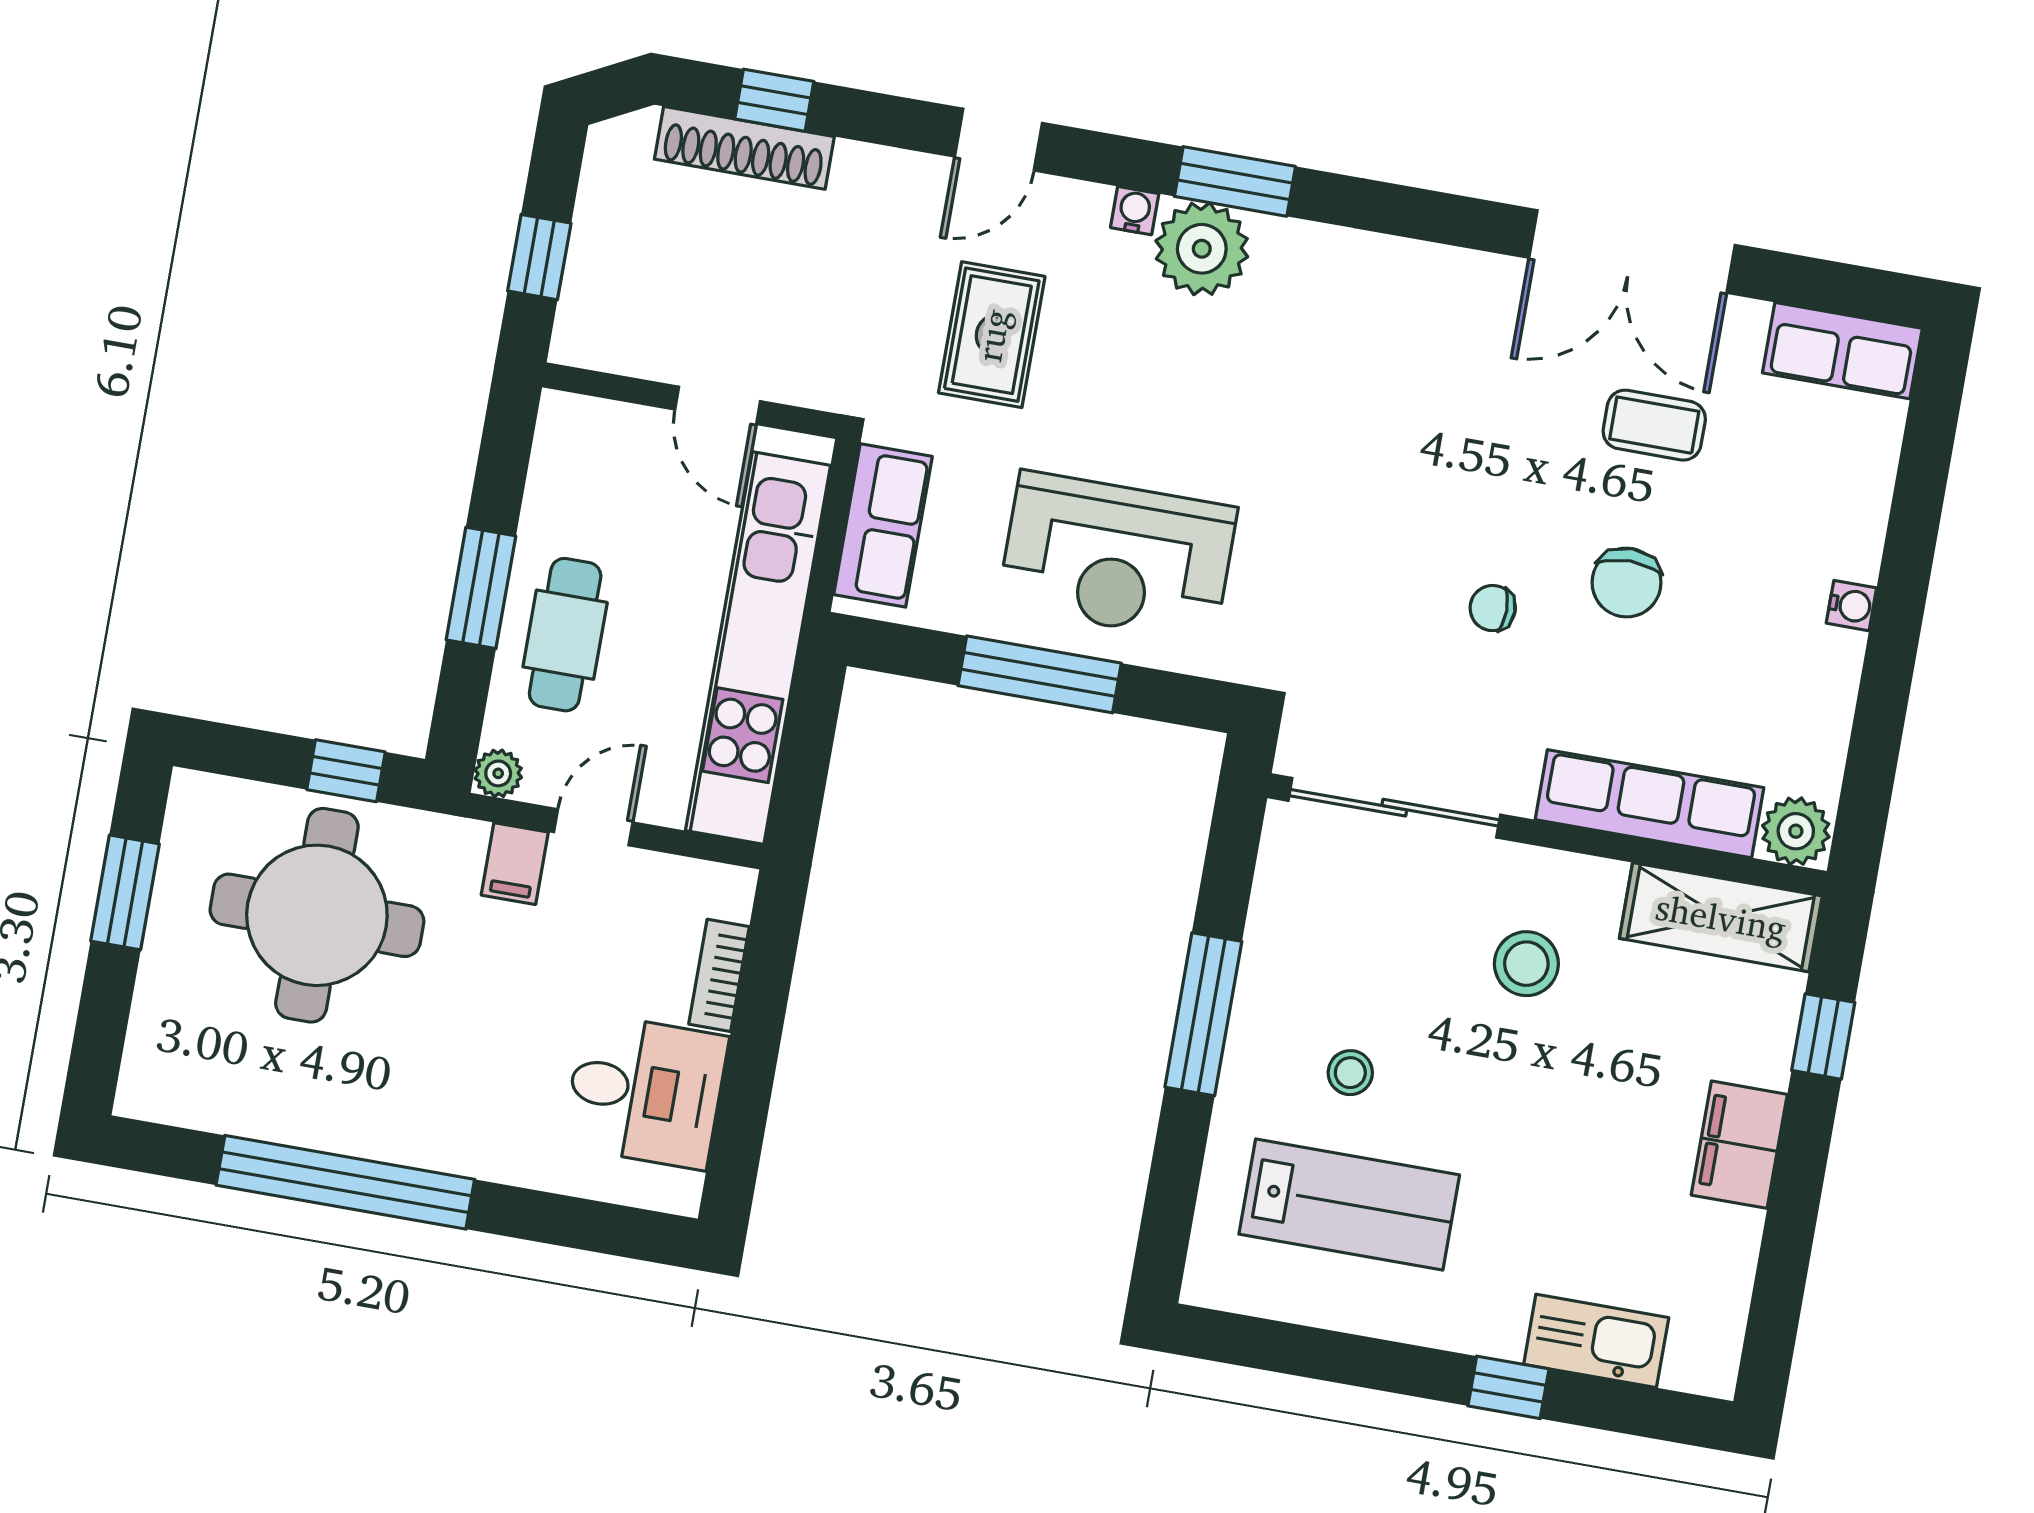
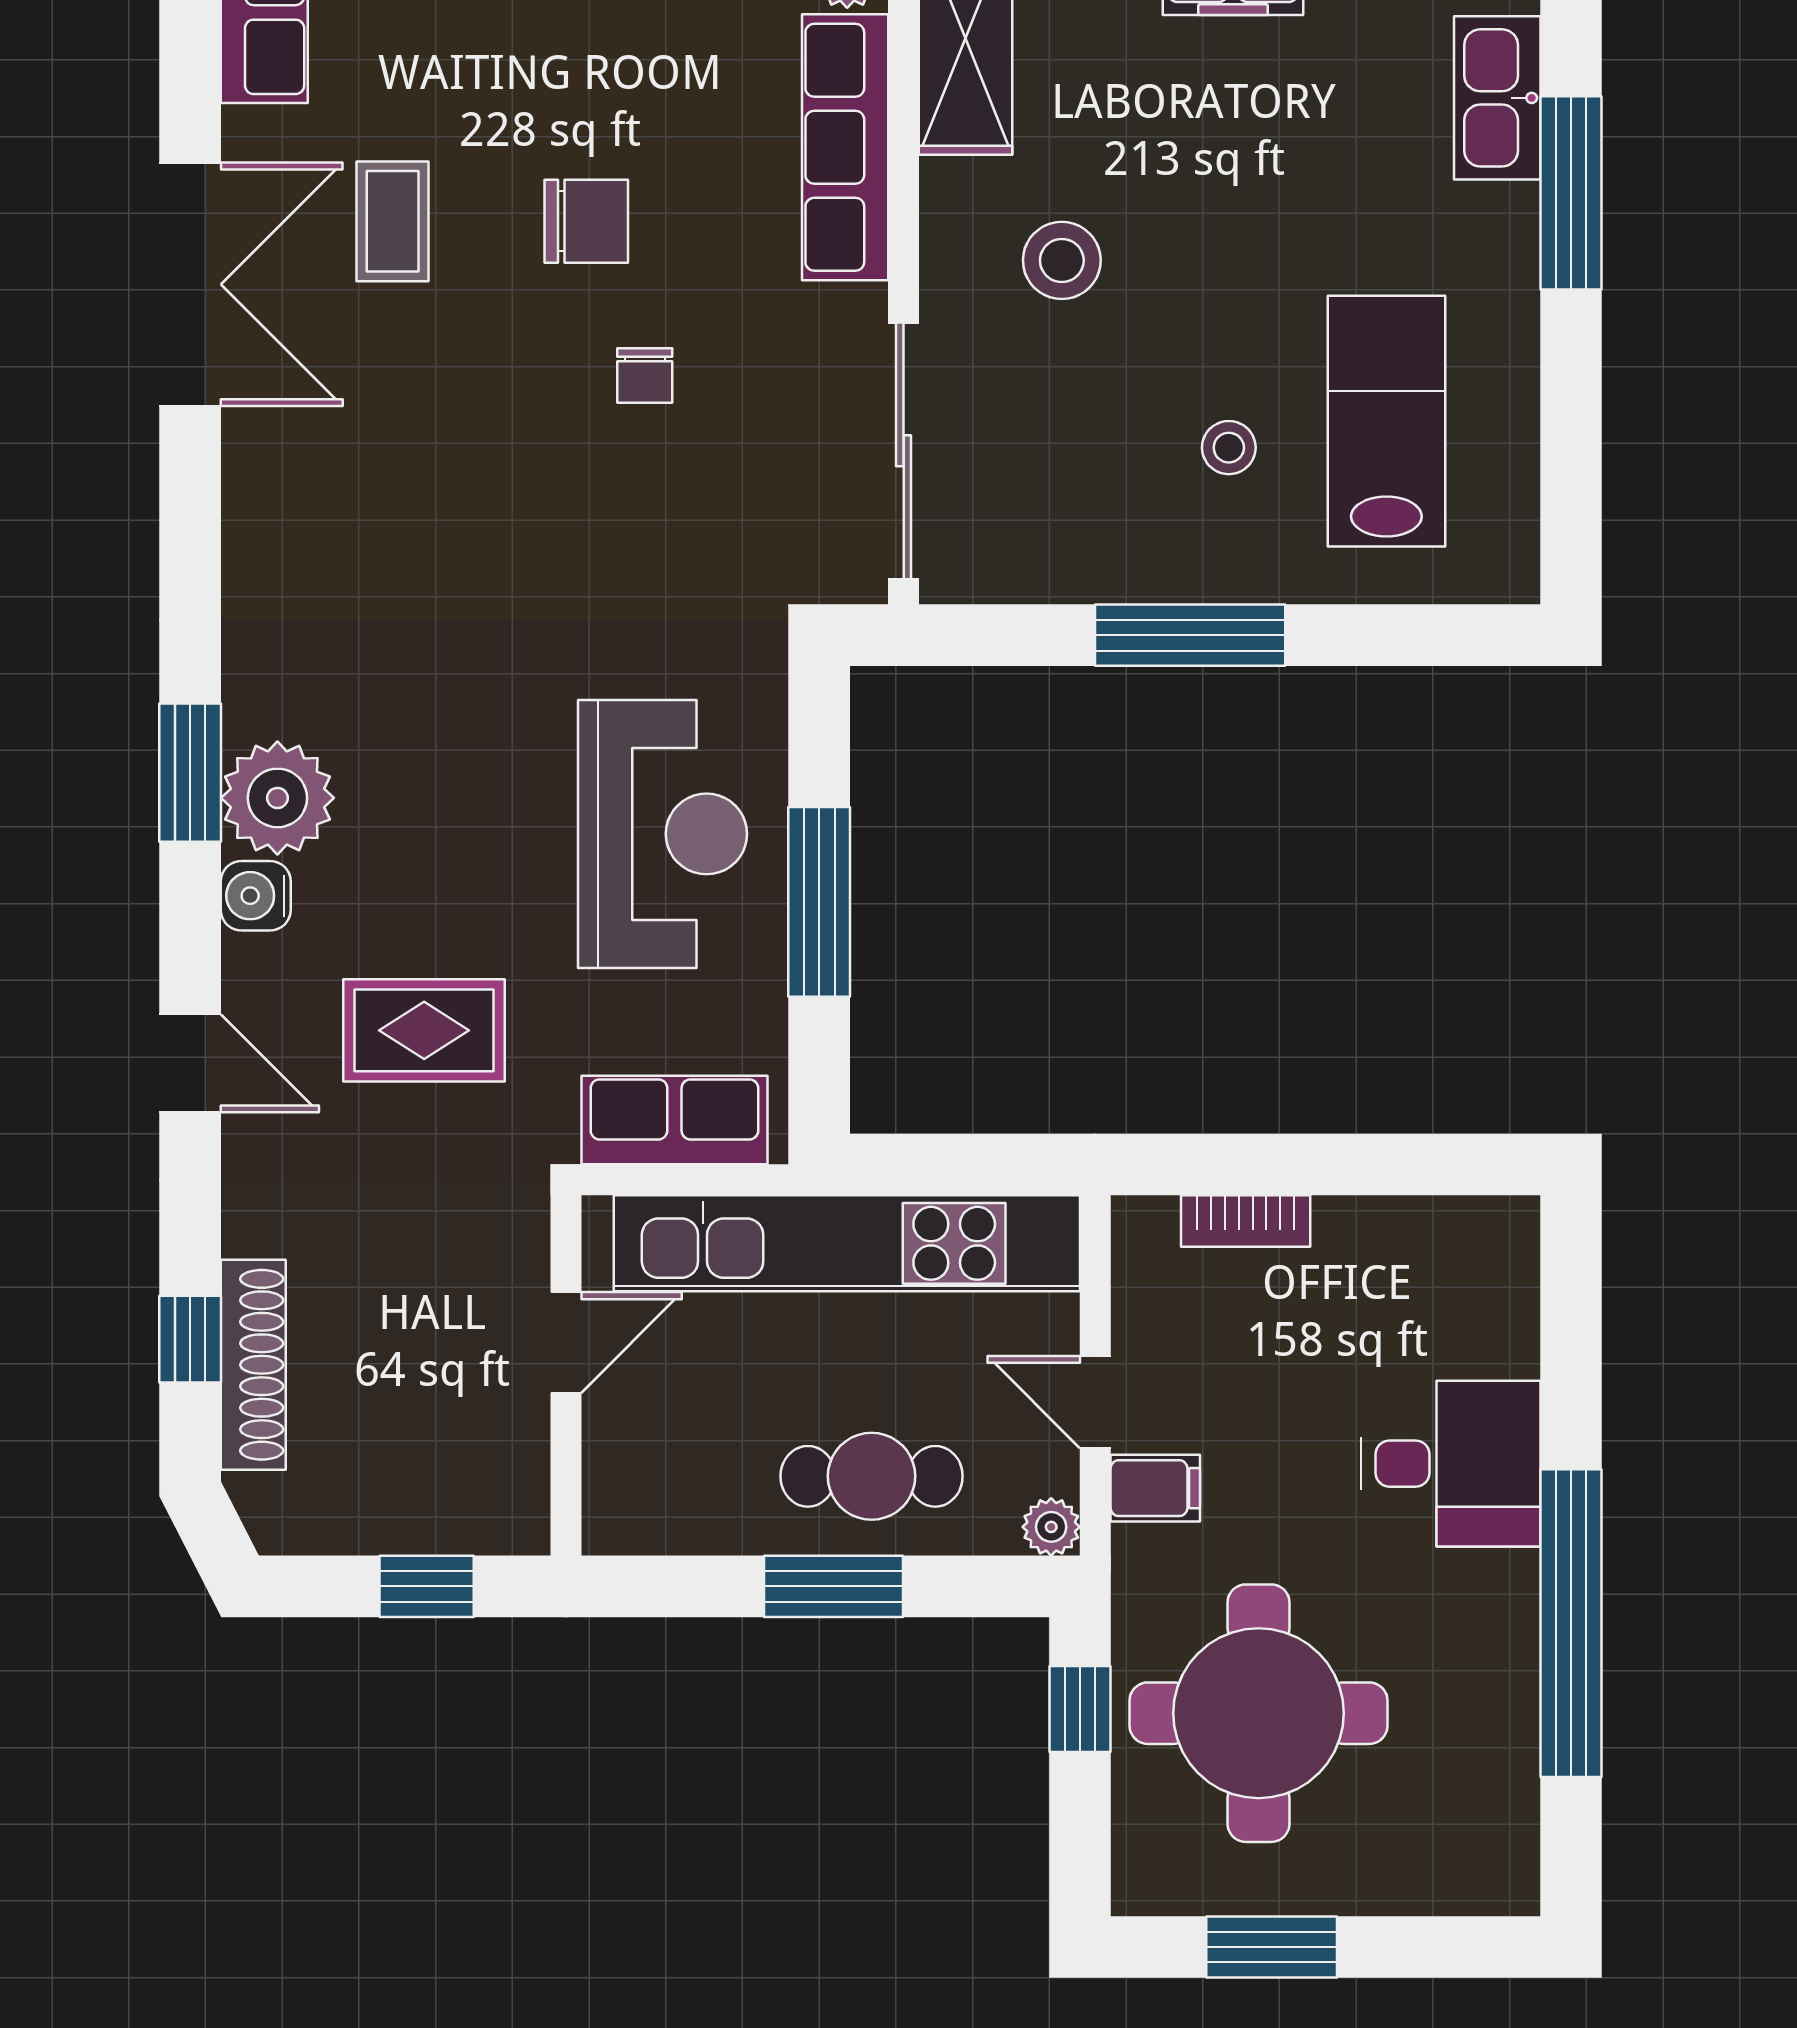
water cooler: (1135, 211) -> (256, 896), width x1.38, depth x1.38
desk: (645, 1091) -> (1451, 1464), moved, turned 90
window: (1508, 1387) -> (1571, 193), width x2.17

